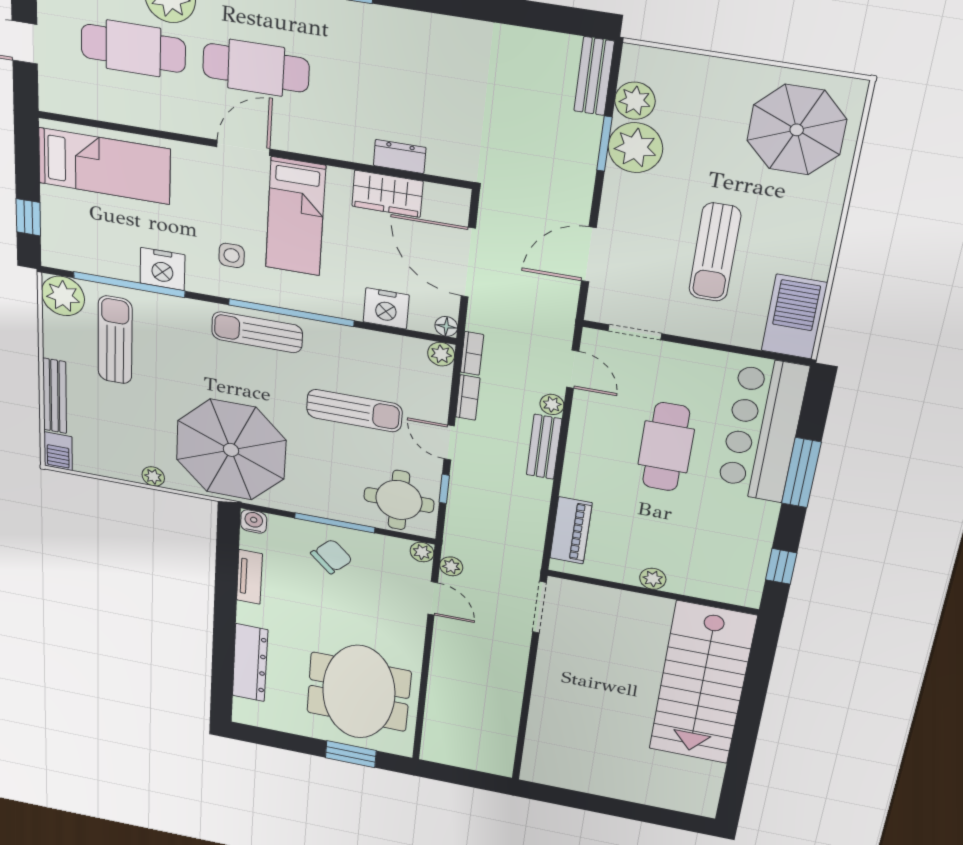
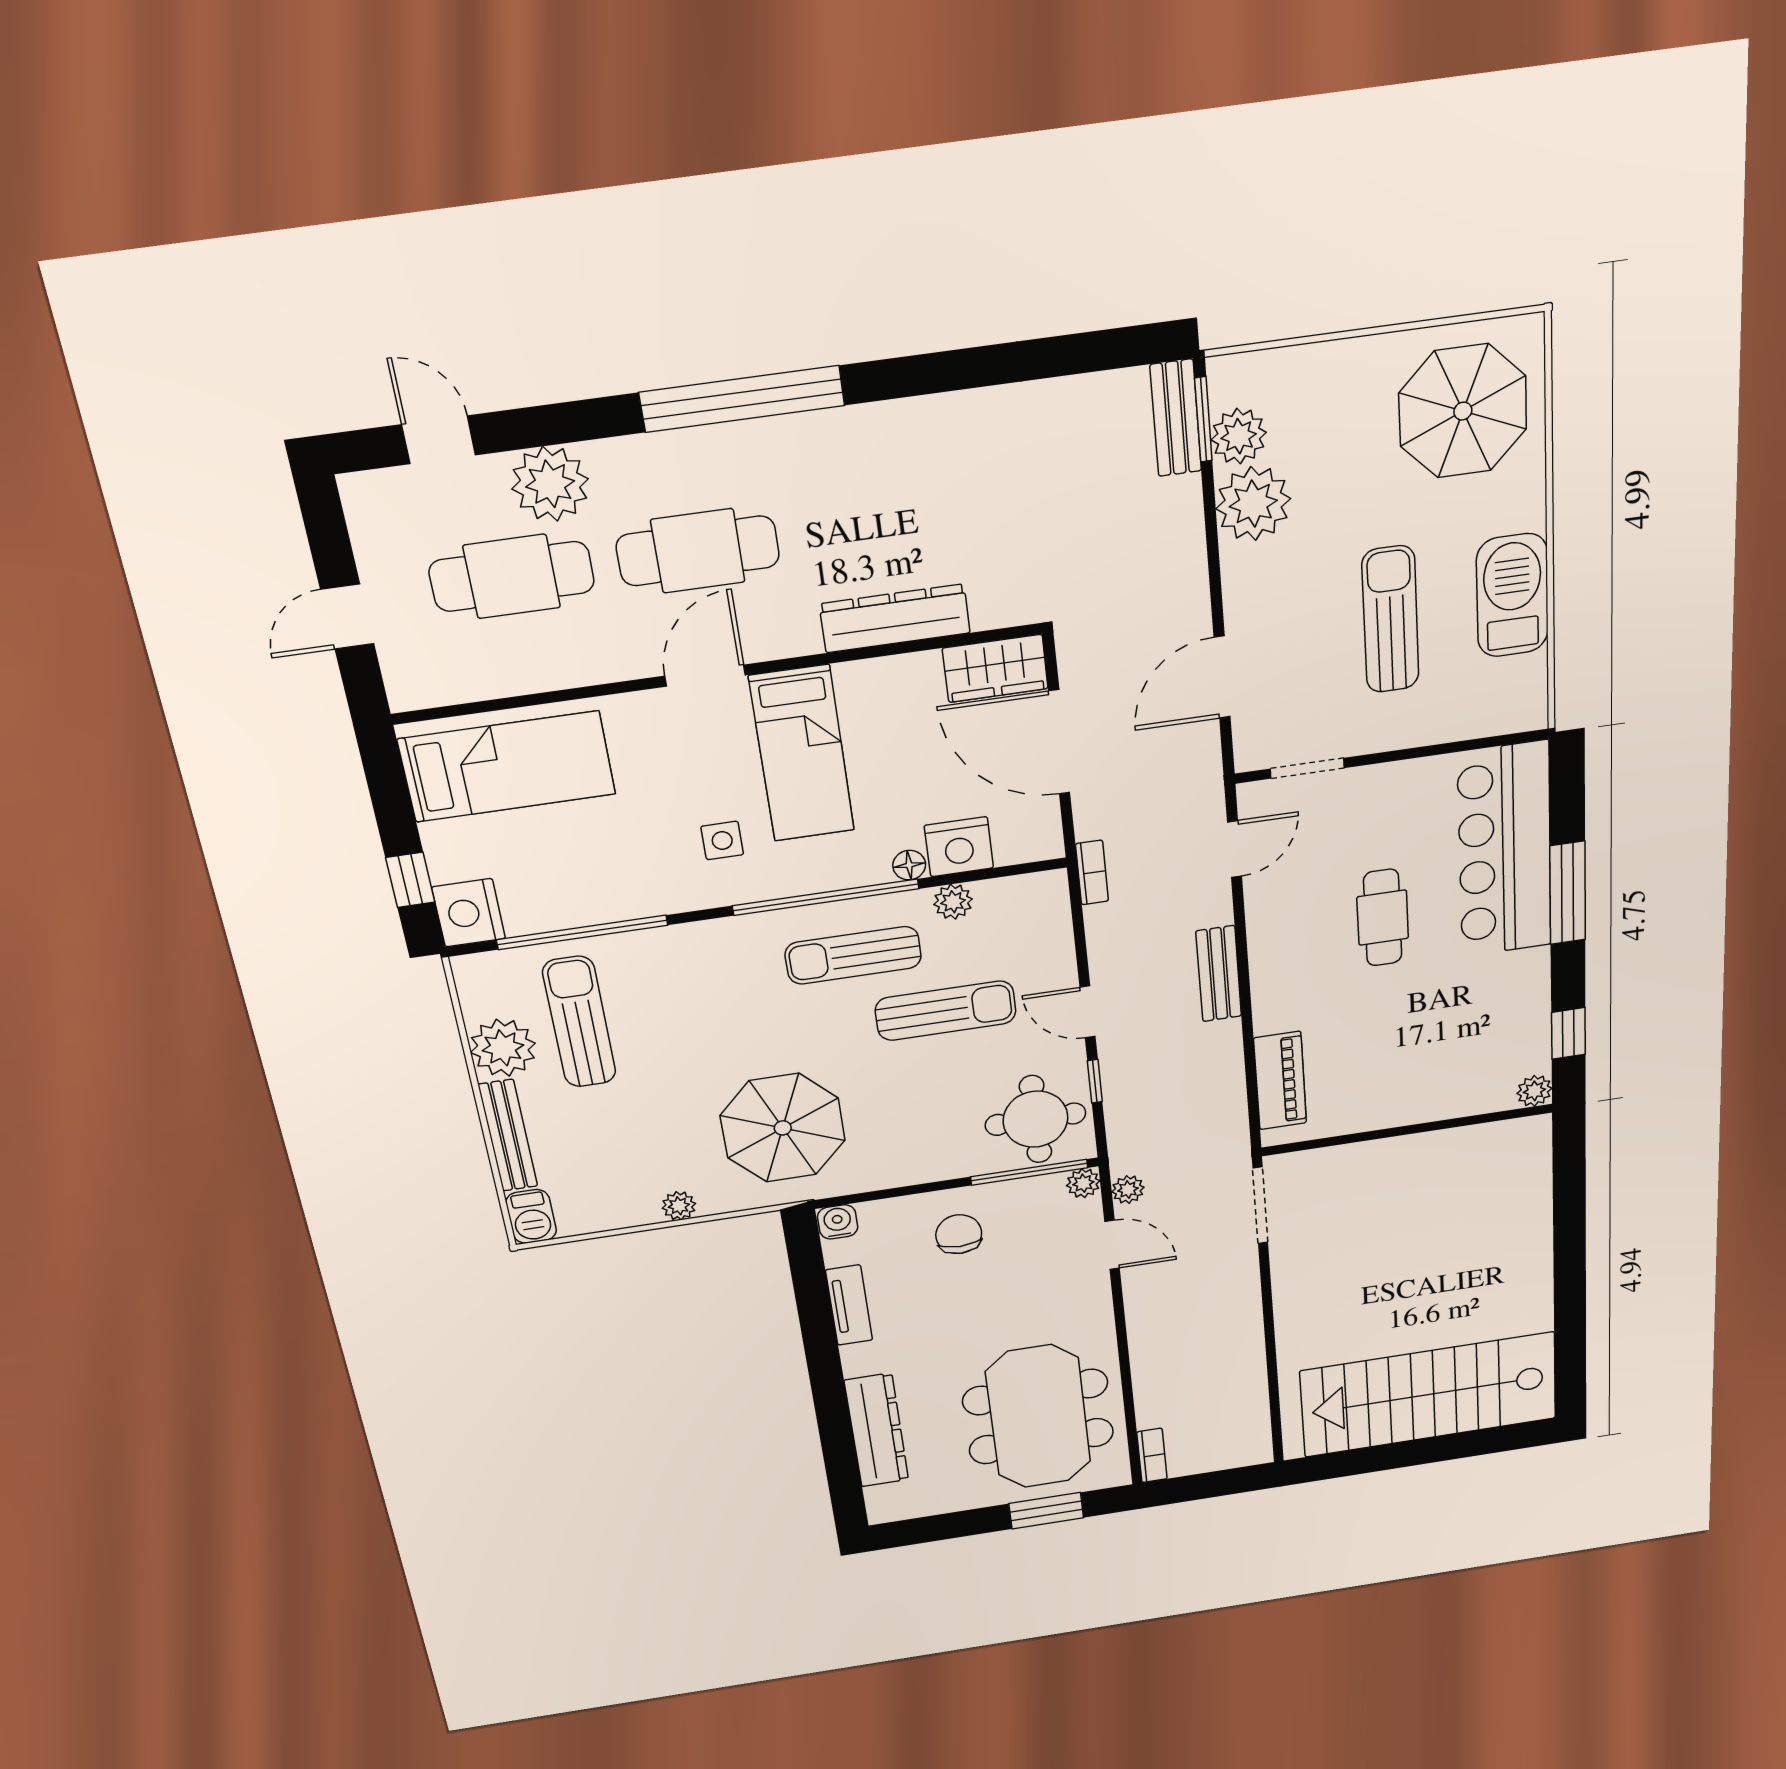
window: (604, 144) -> (1203, 419), moved
dresser: (400, 157) -> (895, 618), width x1.96, depth x1.24
wardrobe: (387, 194) -> (995, 668), moved
sun lounger: (715, 252) -> (1390, 620), turned 180
nightstand: (162, 269) -> (469, 913), moved, turned 90
plant: (63, 296) -> (503, 1048), moved
barbecue: (794, 317) -> (1512, 595), moved
floor lamp: (446, 326) -> (909, 865), moved
sun lounger: (257, 332) -> (853, 955), moved
plant: (441, 354) -> (953, 902), moved
door: (573, 369) -> (1234, 849), hinge flipped
bookcase: (468, 398) -> (1152, 1455), moved
plant: (552, 404) -> (1217, 909), removed
cafe table: (666, 447) -> (1383, 918), width x0.73, depth x0.74
parasol: (231, 450) -> (783, 1128), width x0.73, depth x0.73
window: (335, 523) -> (1029, 1172), moved
chair: (332, 557) -> (959, 1234), turned -44
plant: (653, 579) -> (1534, 1091), moved
stairs: (702, 683) -> (1429, 1395), moved, turned 90

